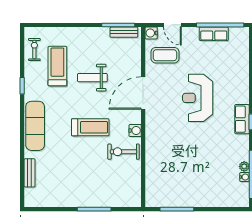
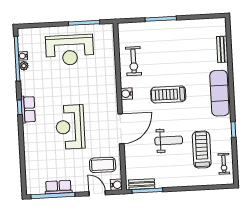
treadmill: (57, 66) -> (202, 150), turned 180
reception desk: (198, 98) -> (70, 127), turned 180
exercise bike: (123, 152) -> (134, 61), moved, turned 90
reception desk: (194, 181) -> (70, 50), added

